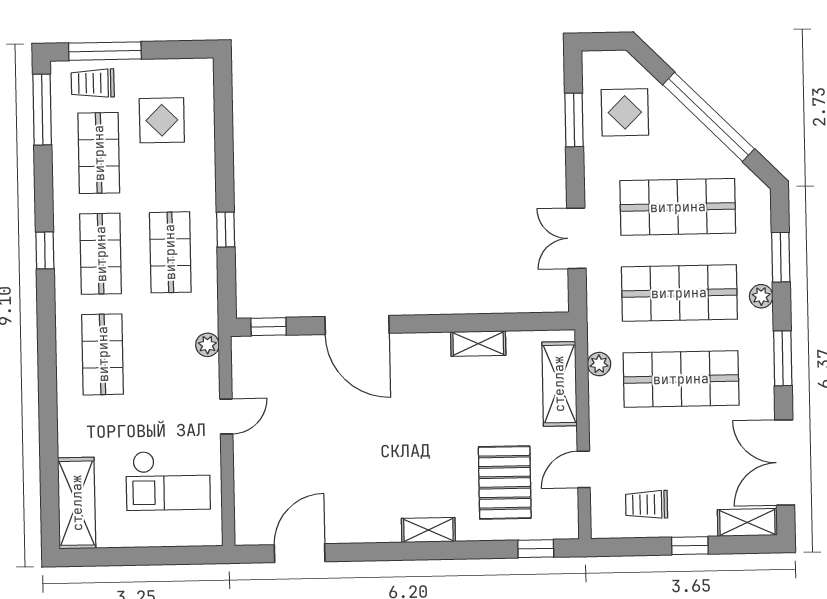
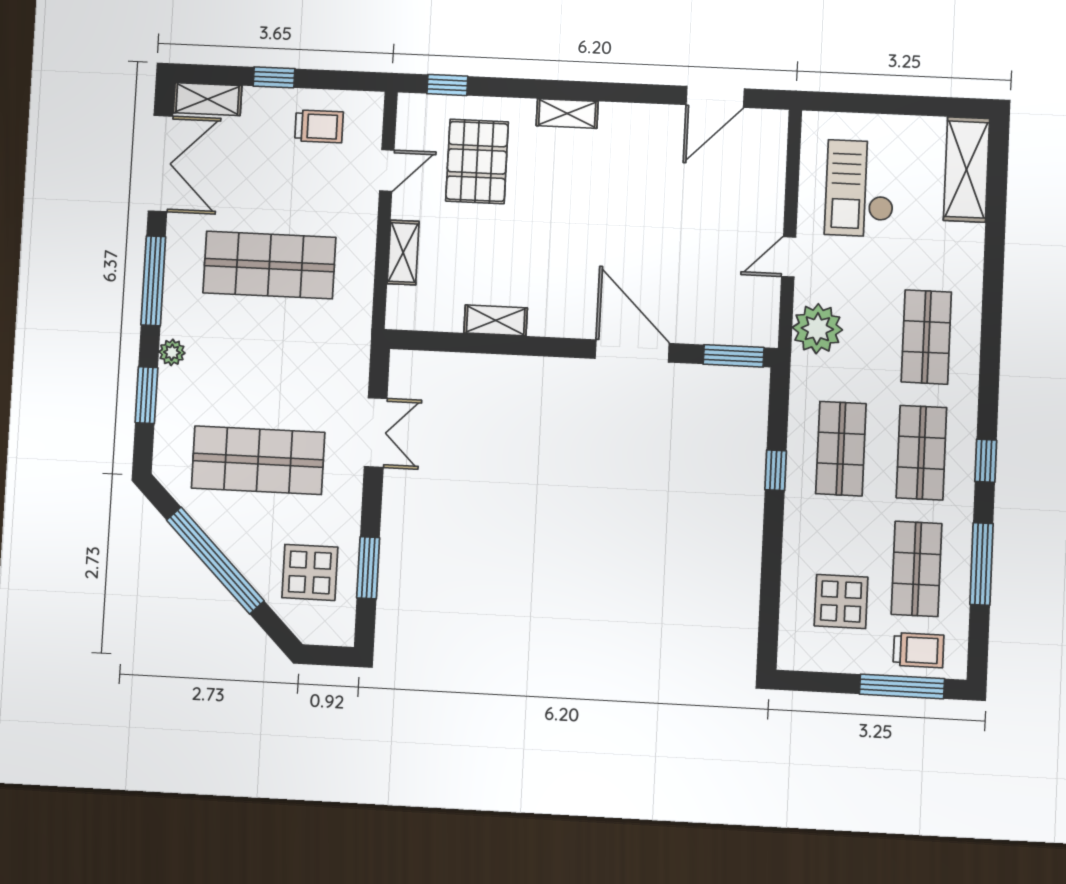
window: (42, 110) -> (981, 564), moved
shop shelf: (679, 293) -> (264, 362), removed
window: (269, 327) -> (734, 356), width x1.50
plant: (207, 345) -> (817, 329), width x1.88, depth x1.88
window: (783, 358) -> (153, 281), width x1.44
plant: (599, 364) -> (361, 288), removed
shelving: (559, 384) -> (403, 253), width x0.67, depth x0.75
checkout: (168, 481) -> (860, 188), turned -90

